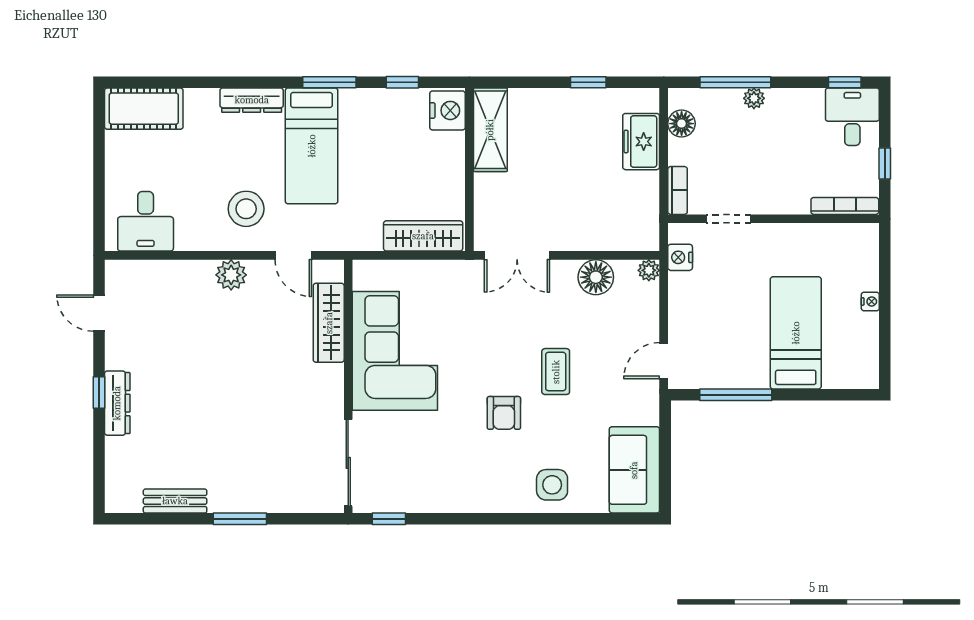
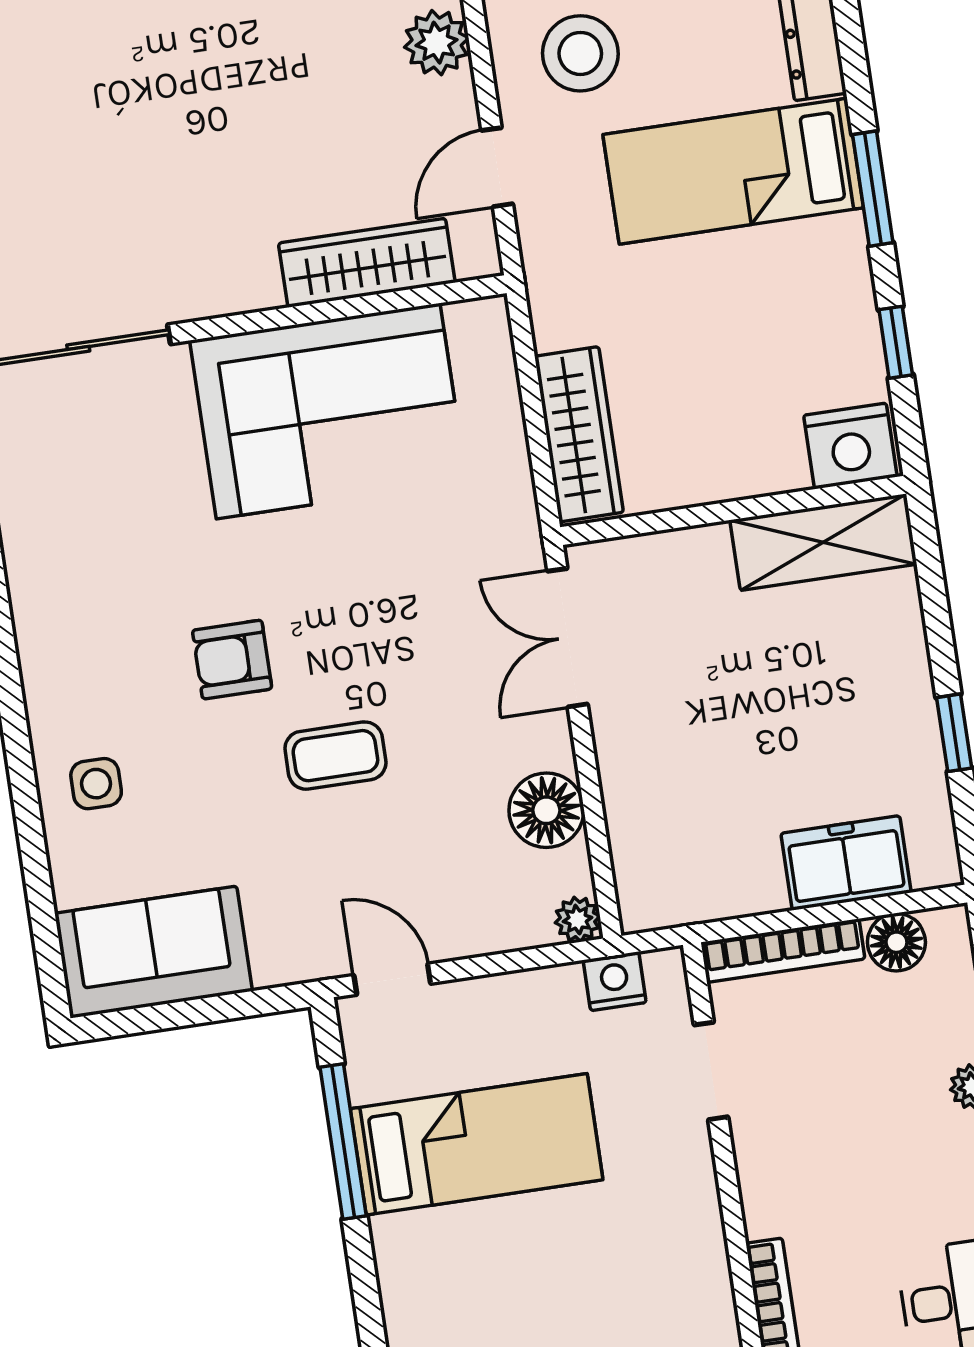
bookcase: (678, 190) -> (783, 951), width x1.56
bed: (796, 333) -> (477, 1144), moved
side table: (552, 485) -> (96, 784), width x0.73, depth x0.73

